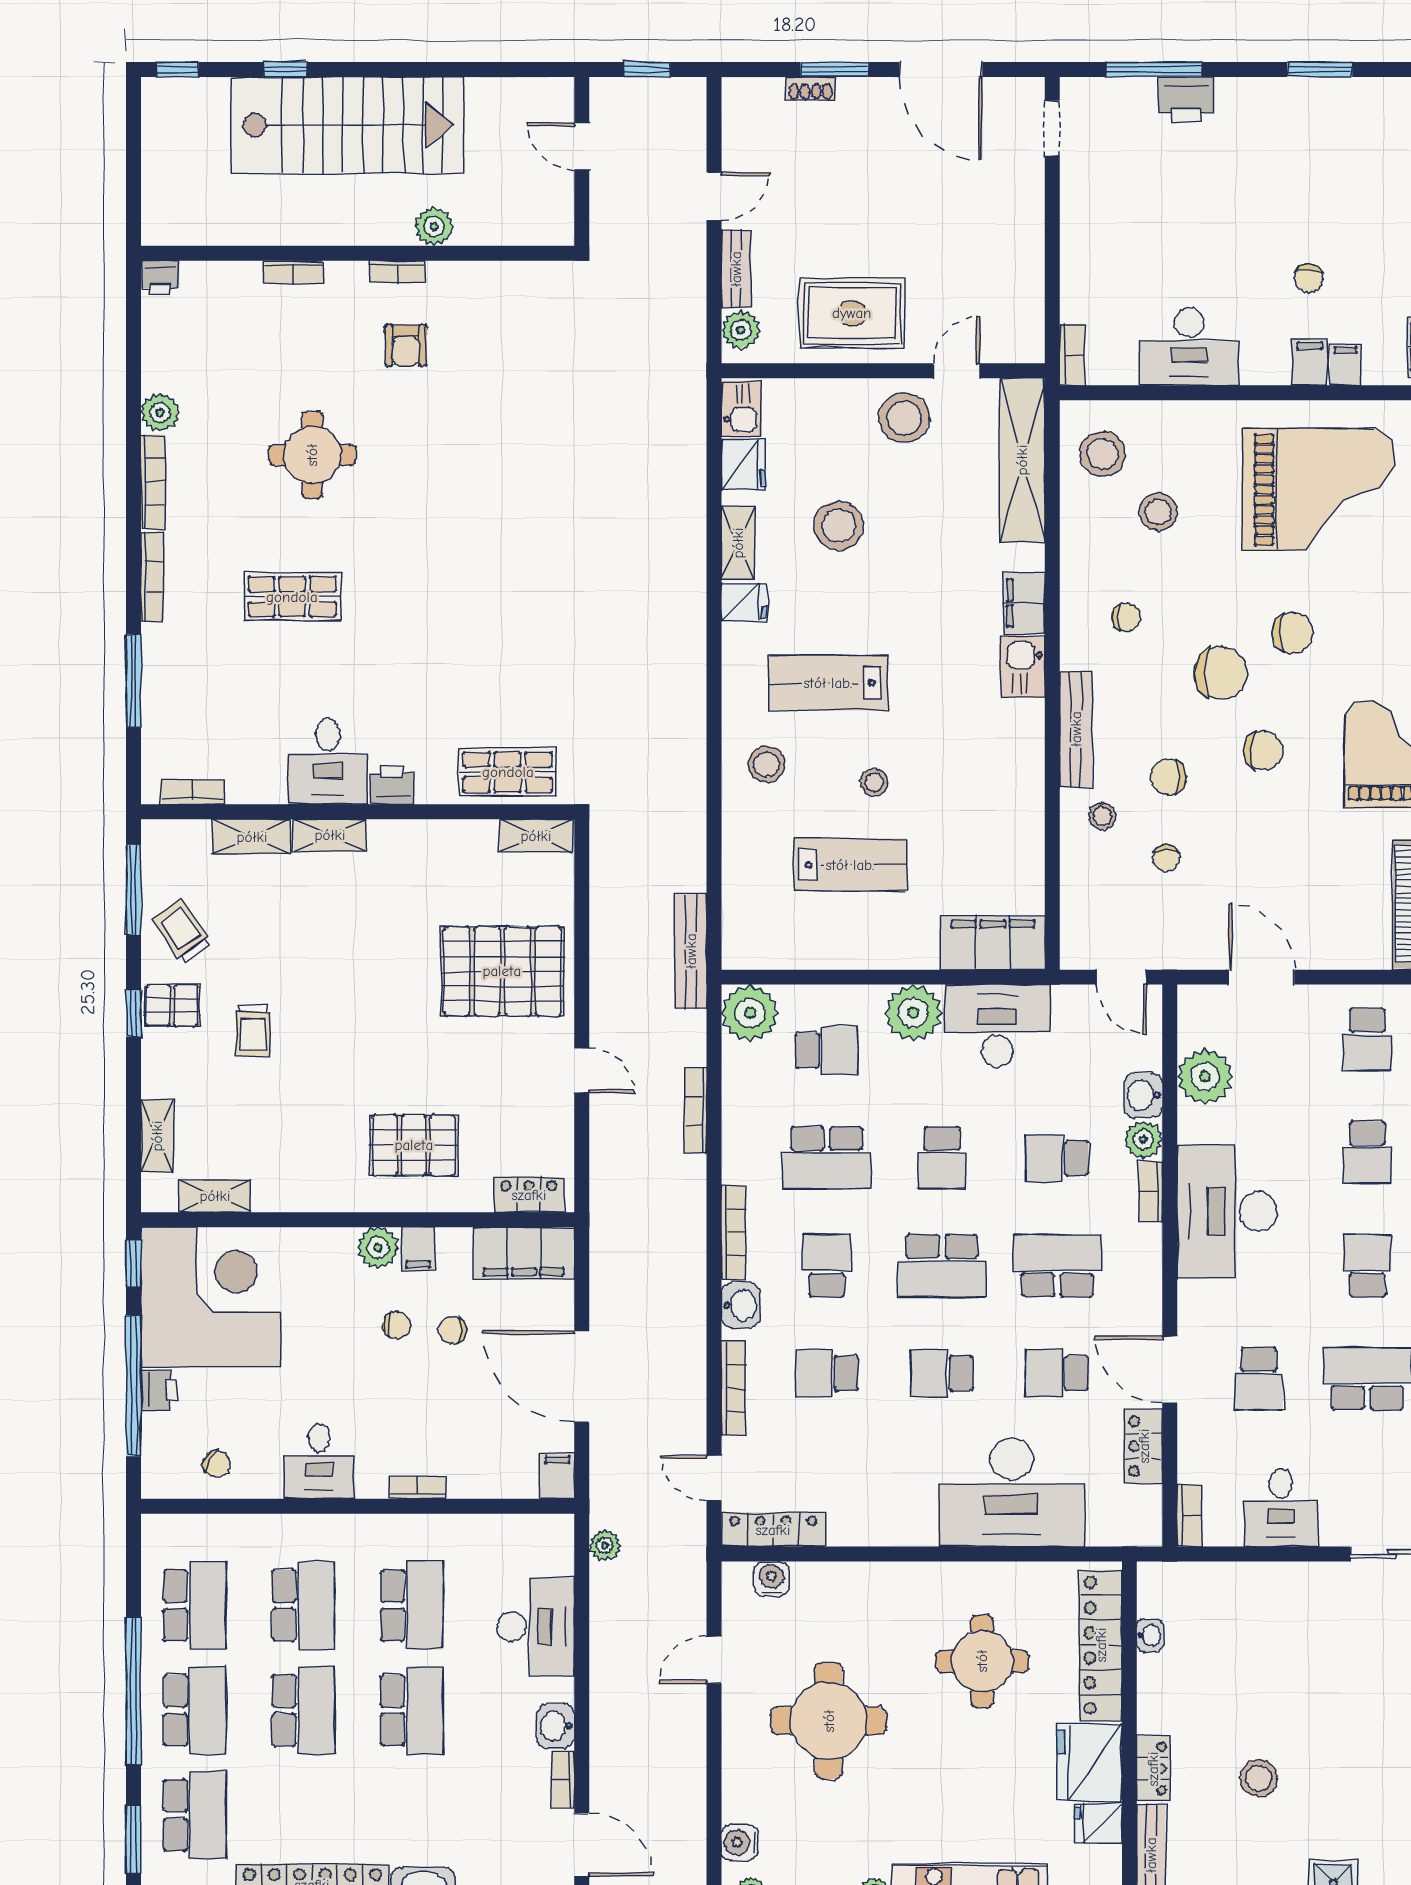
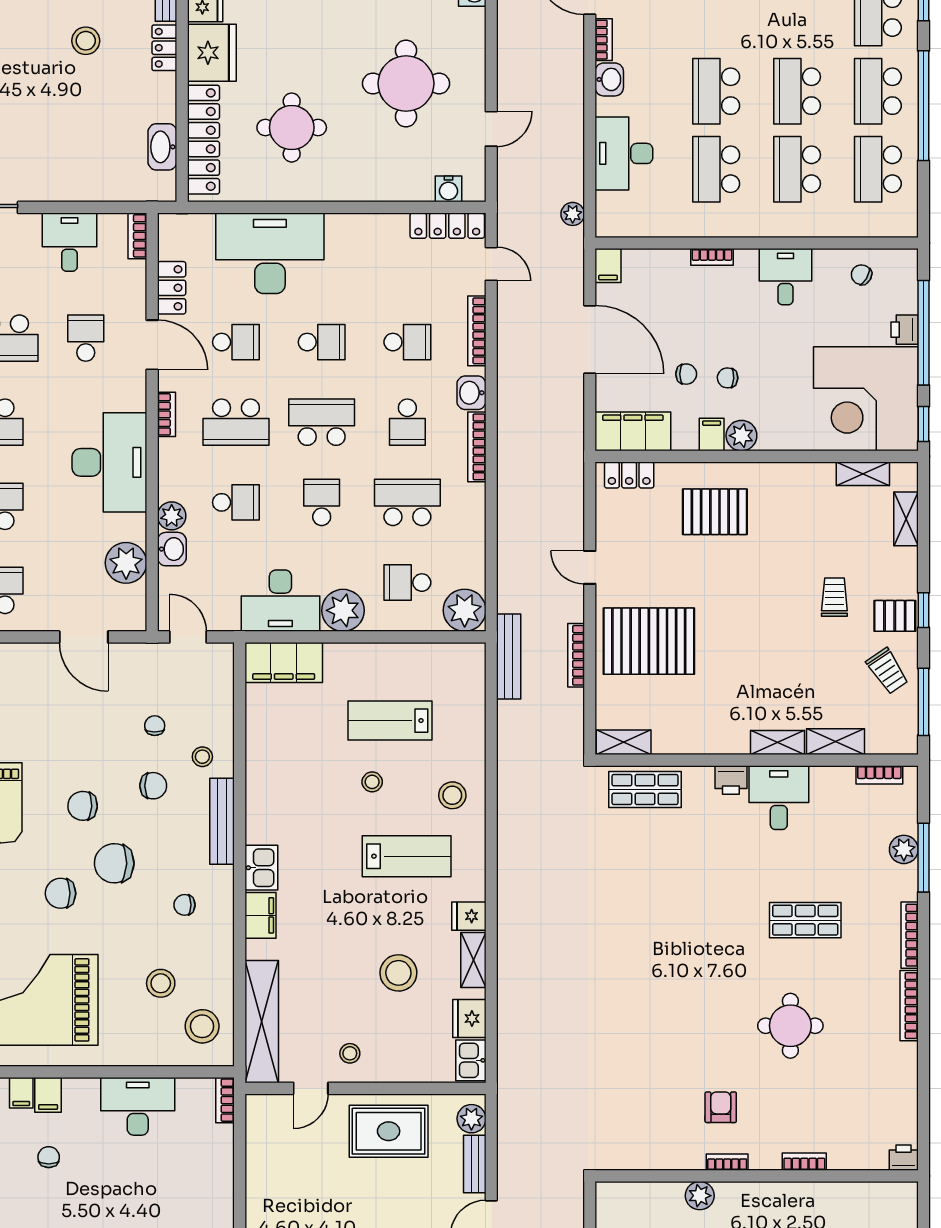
plant: (160, 413) -> (904, 849), moved
stool: (904, 418) -> (350, 1053), width x0.53, depth x0.53
bookcase: (696, 1111) -> (576, 655), moved, turned 180
bookcase: (1150, 1192) -> (166, 414), moved
washbasin: (1150, 1635) -> (162, 147), width x1.91, depth x1.45

